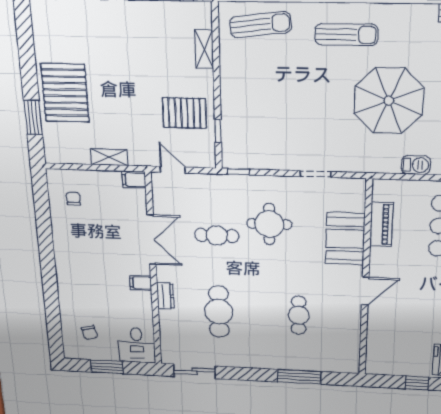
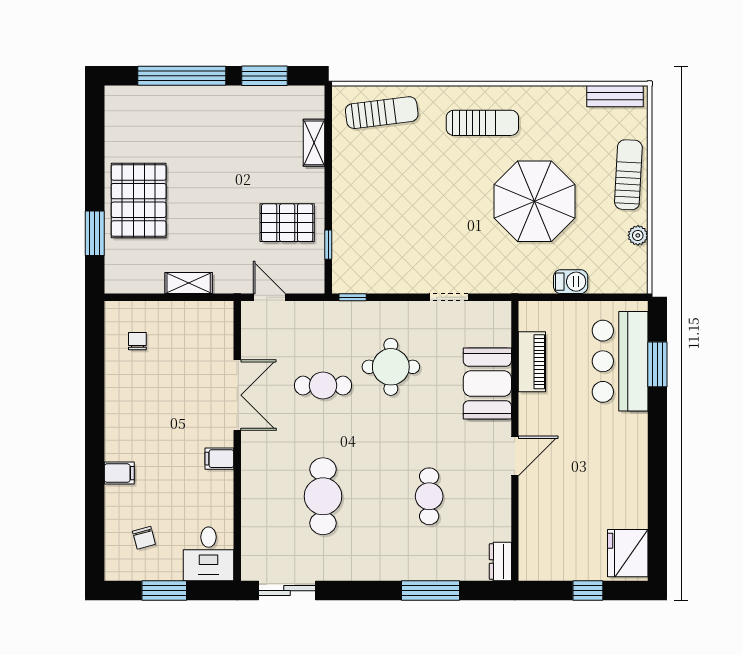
filing cabinet: (134, 180) -> (119, 473), moved, turned 180
dresser: (165, 296) -> (500, 562), moved, turned 180

